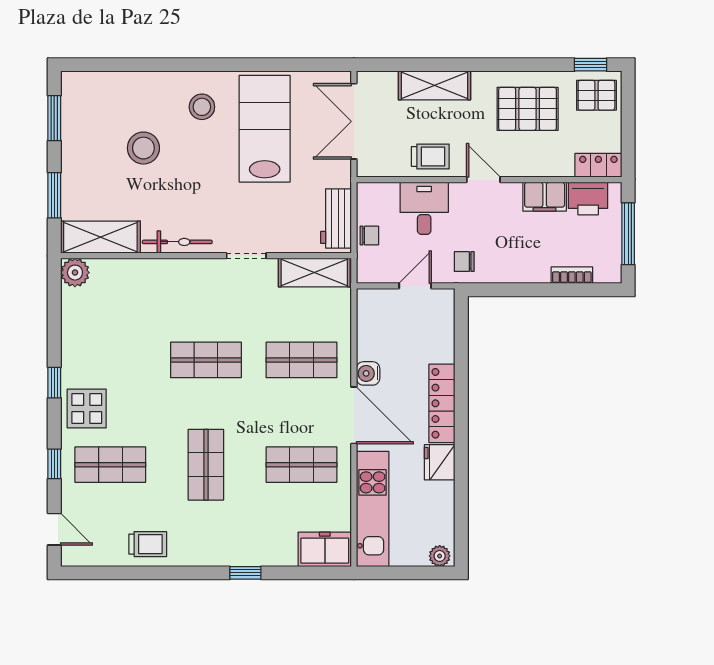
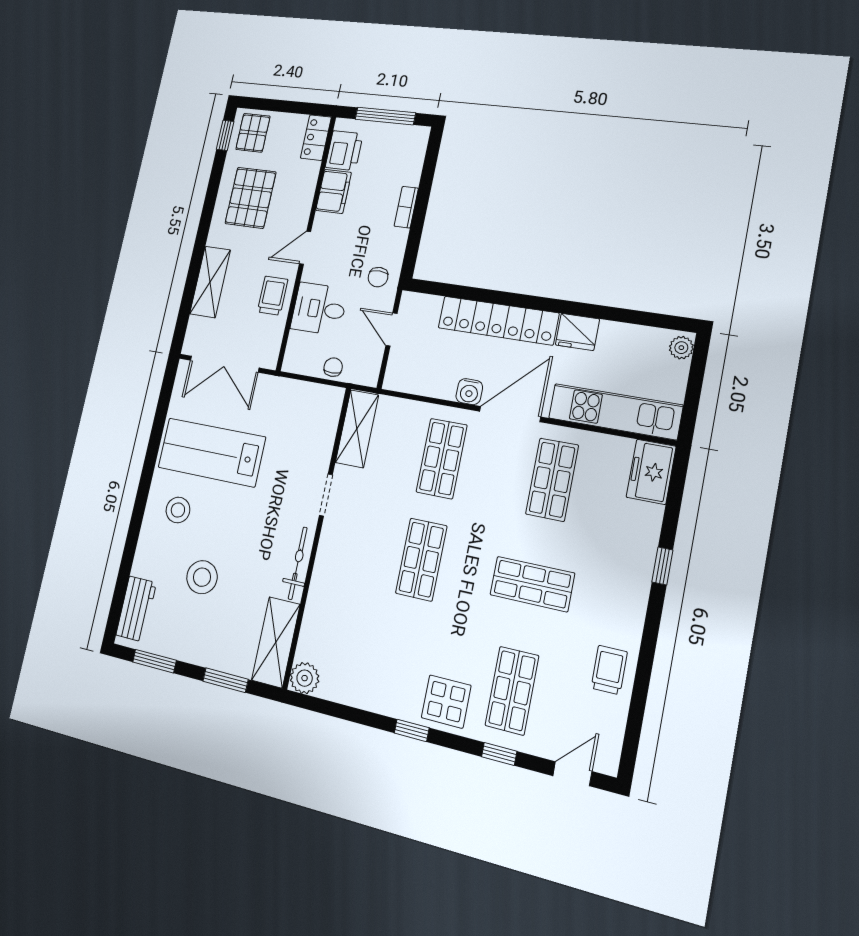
workbench: (336, 218) -> (136, 609), moved, turned -90
bookcase: (572, 275) -> (406, 207), moved
locker: (442, 403) -> (498, 321), width x1.41, depth x1.21

